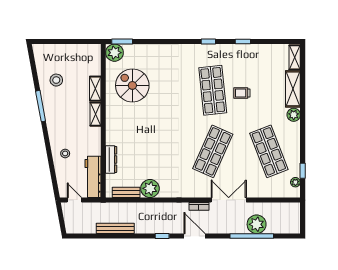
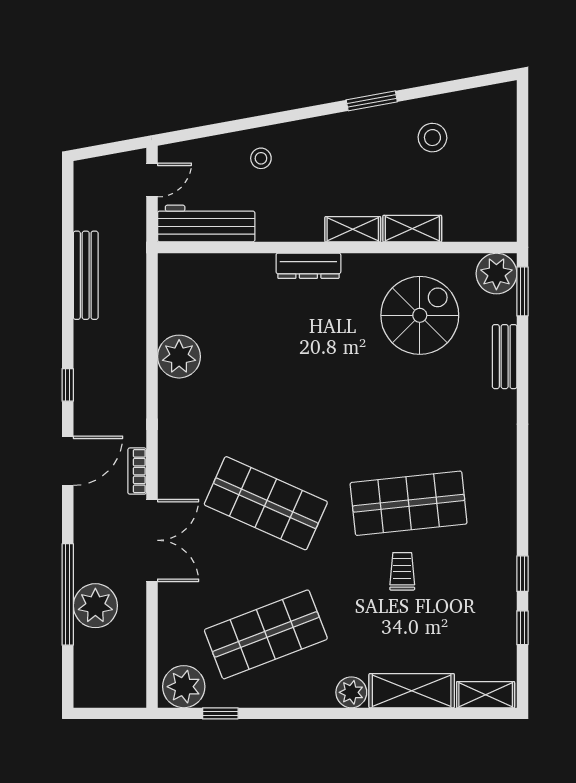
window: (208, 42) -> (522, 628), moved
window: (41, 106) -> (372, 101), width x0.69
dresser: (111, 159) -> (308, 266), moved
plant: (295, 182) -> (184, 687), width x1.87, depth x1.87
bench: (126, 192) -> (505, 357), moved

